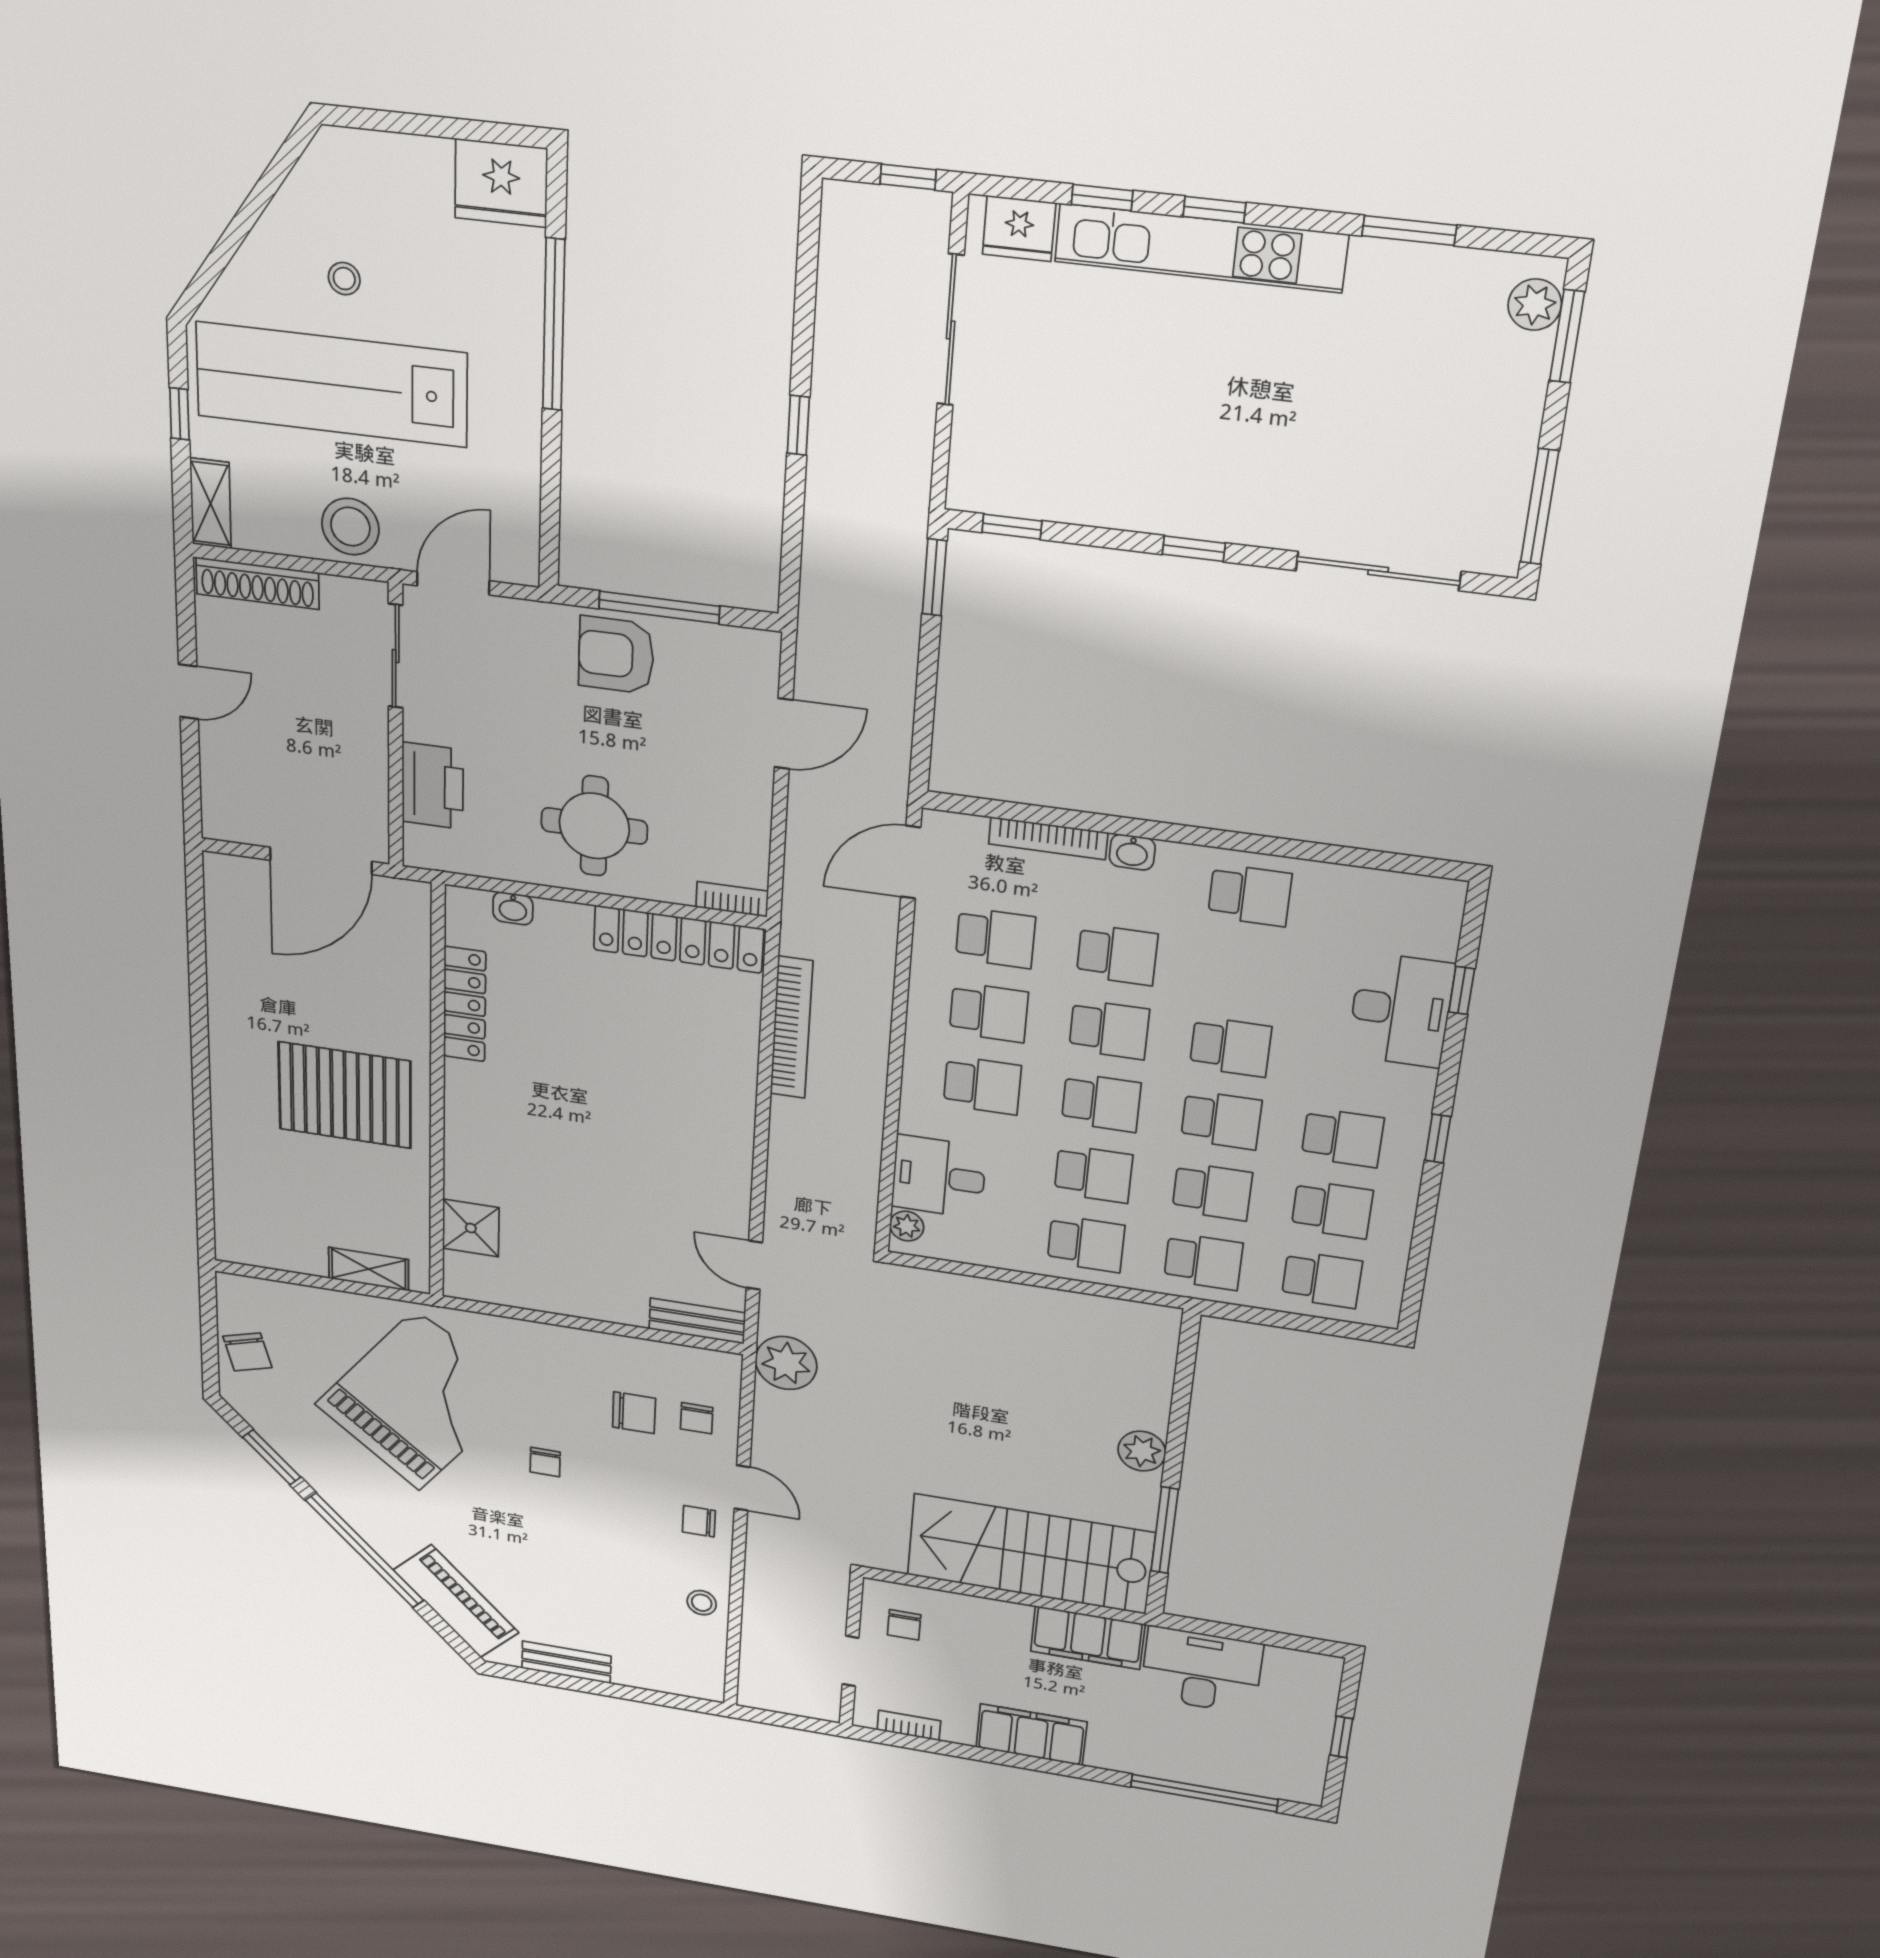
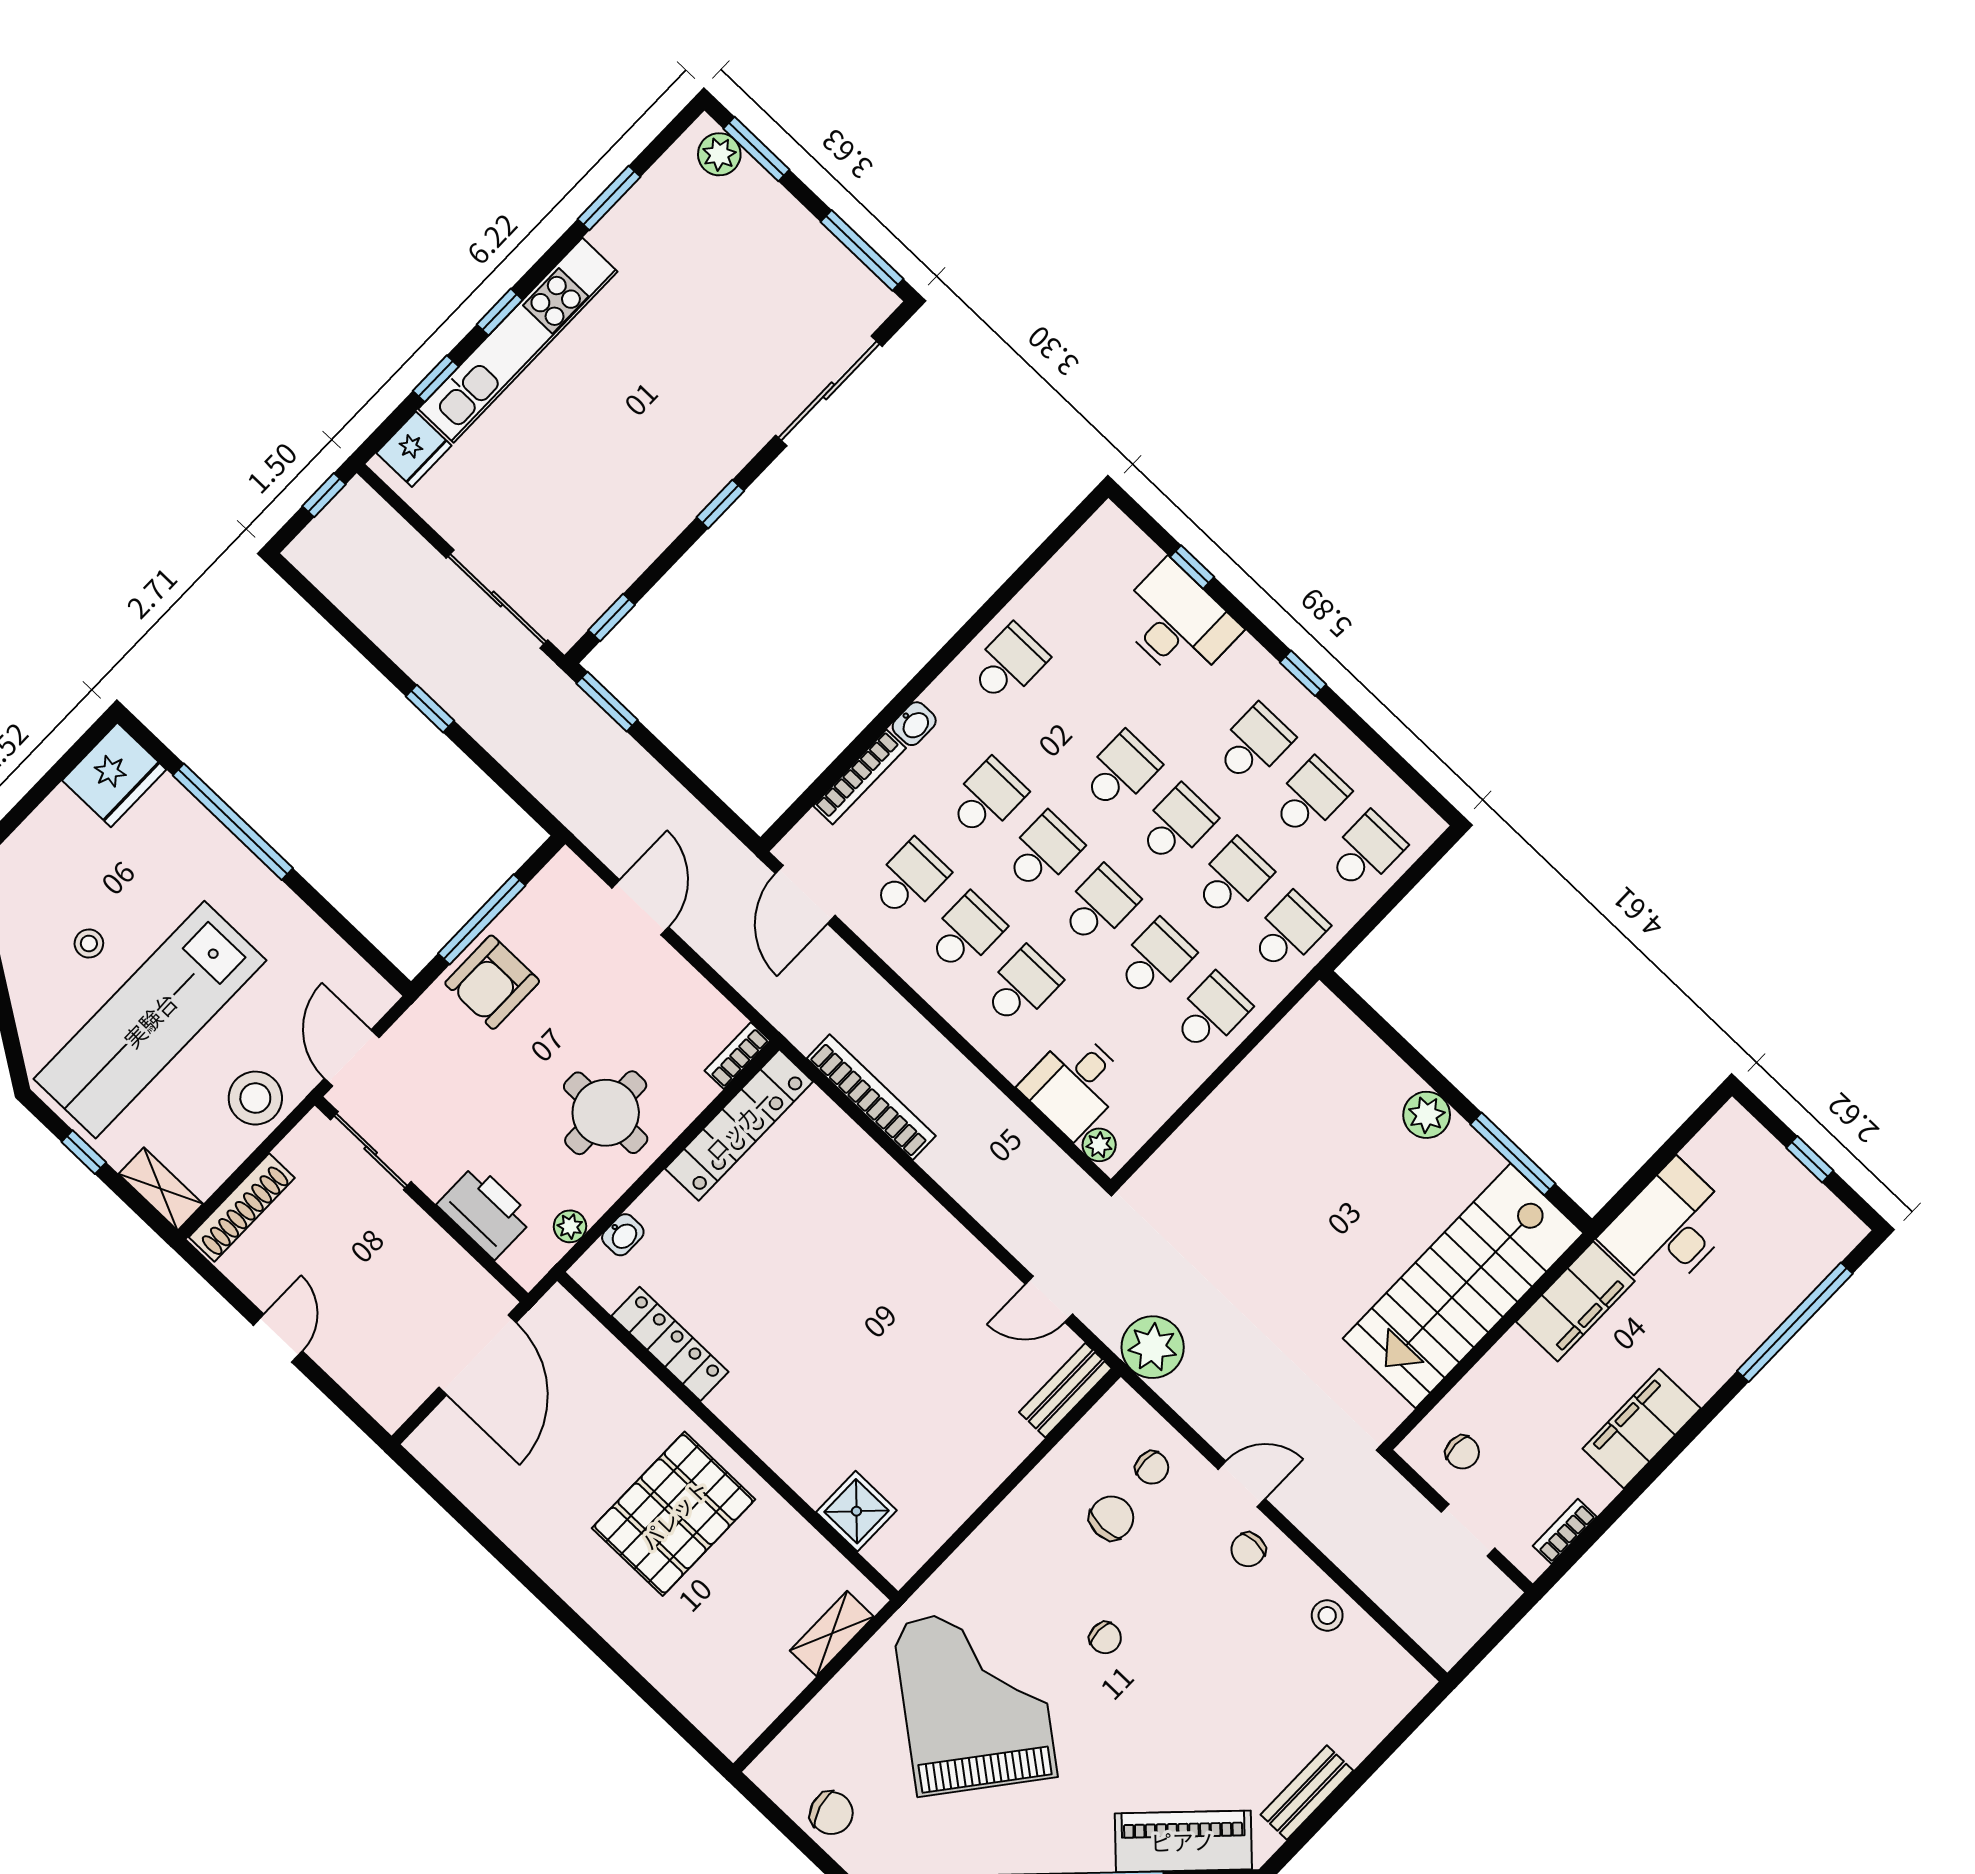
sliding door: (951, 330) -> (497, 599), moved
plant: (482, 862) -> (570, 1226), added

